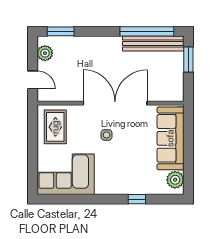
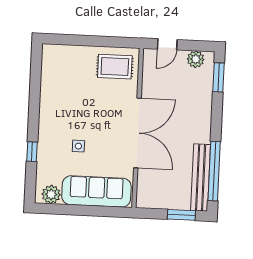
side table: (106, 135) -> (78, 146), moved
corner sofa: (66, 174) -> (63, 75), removed

